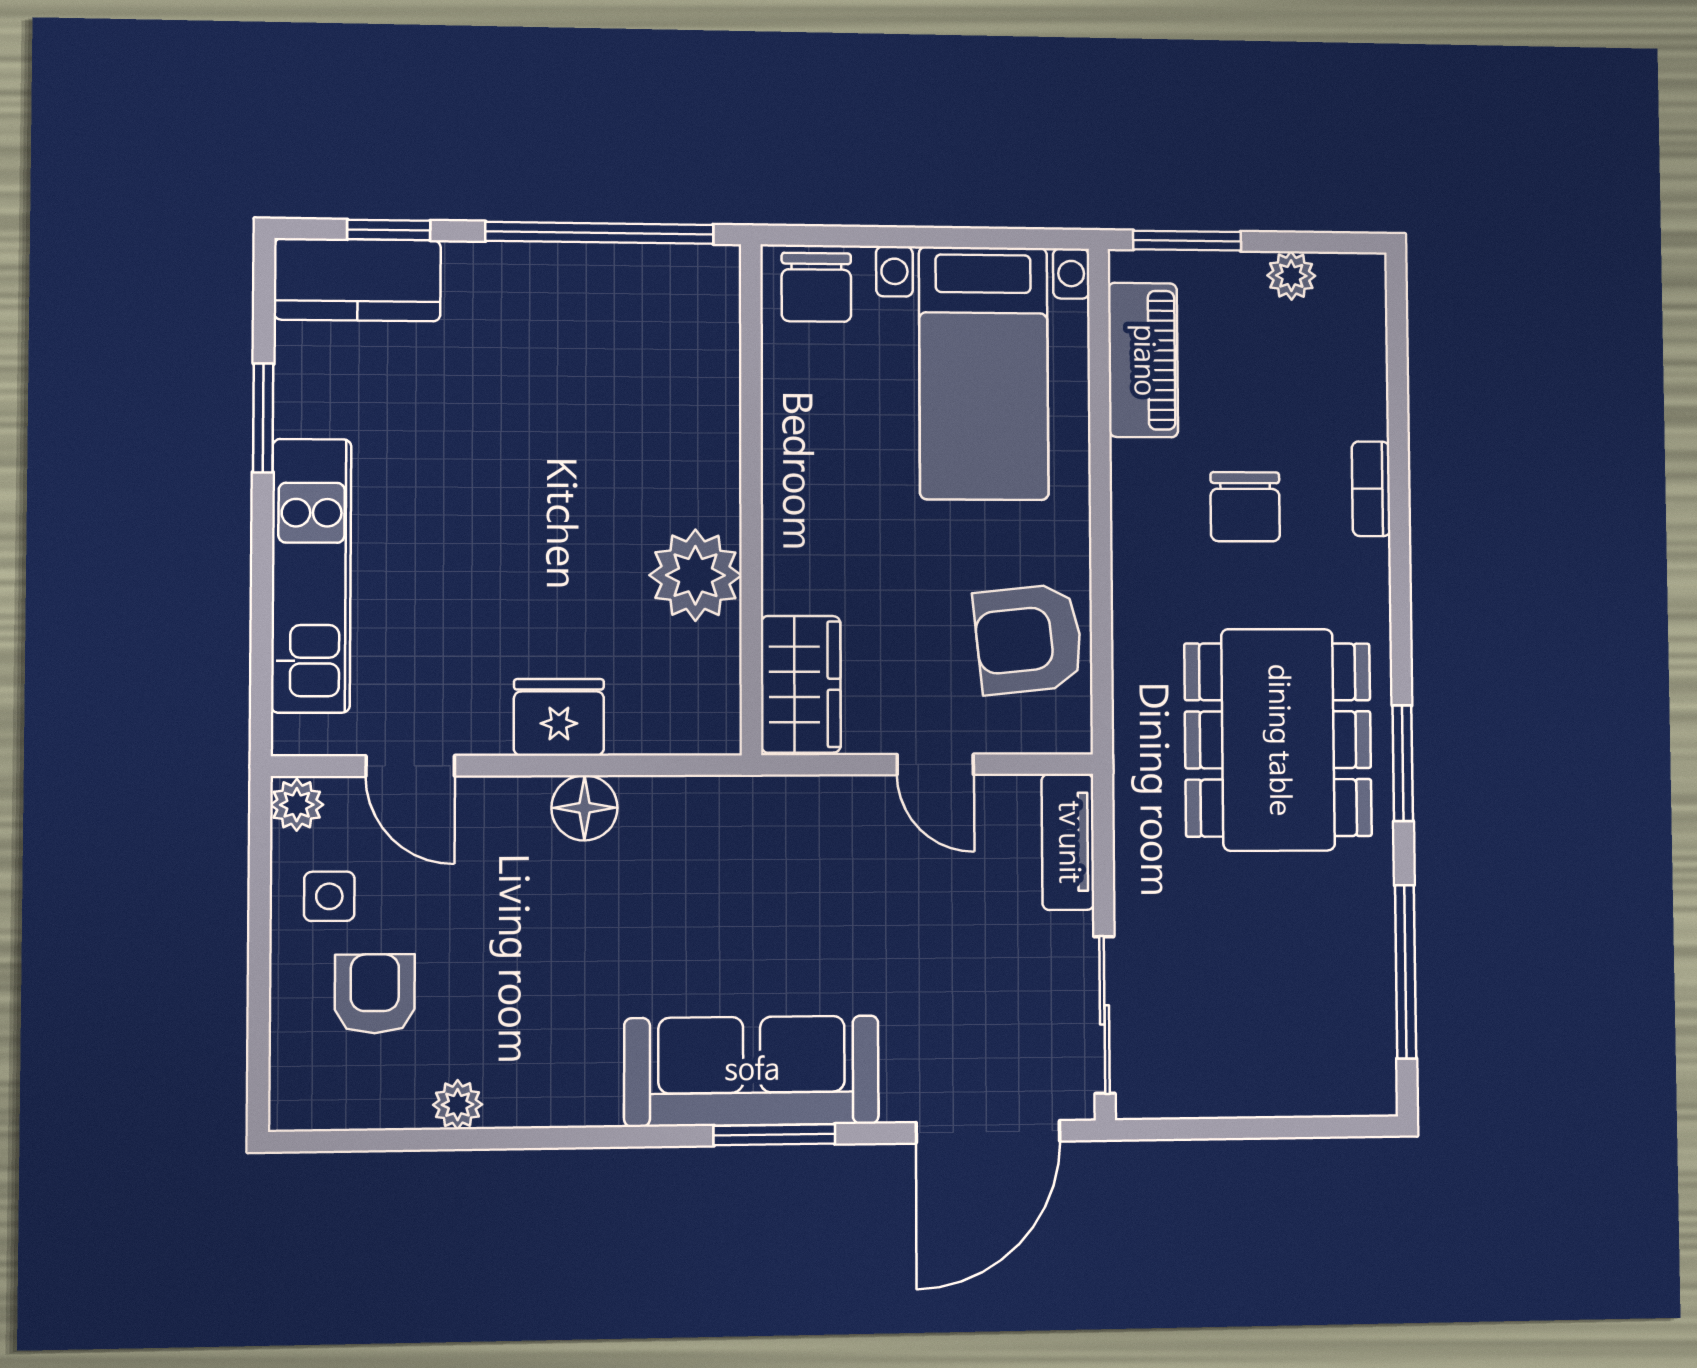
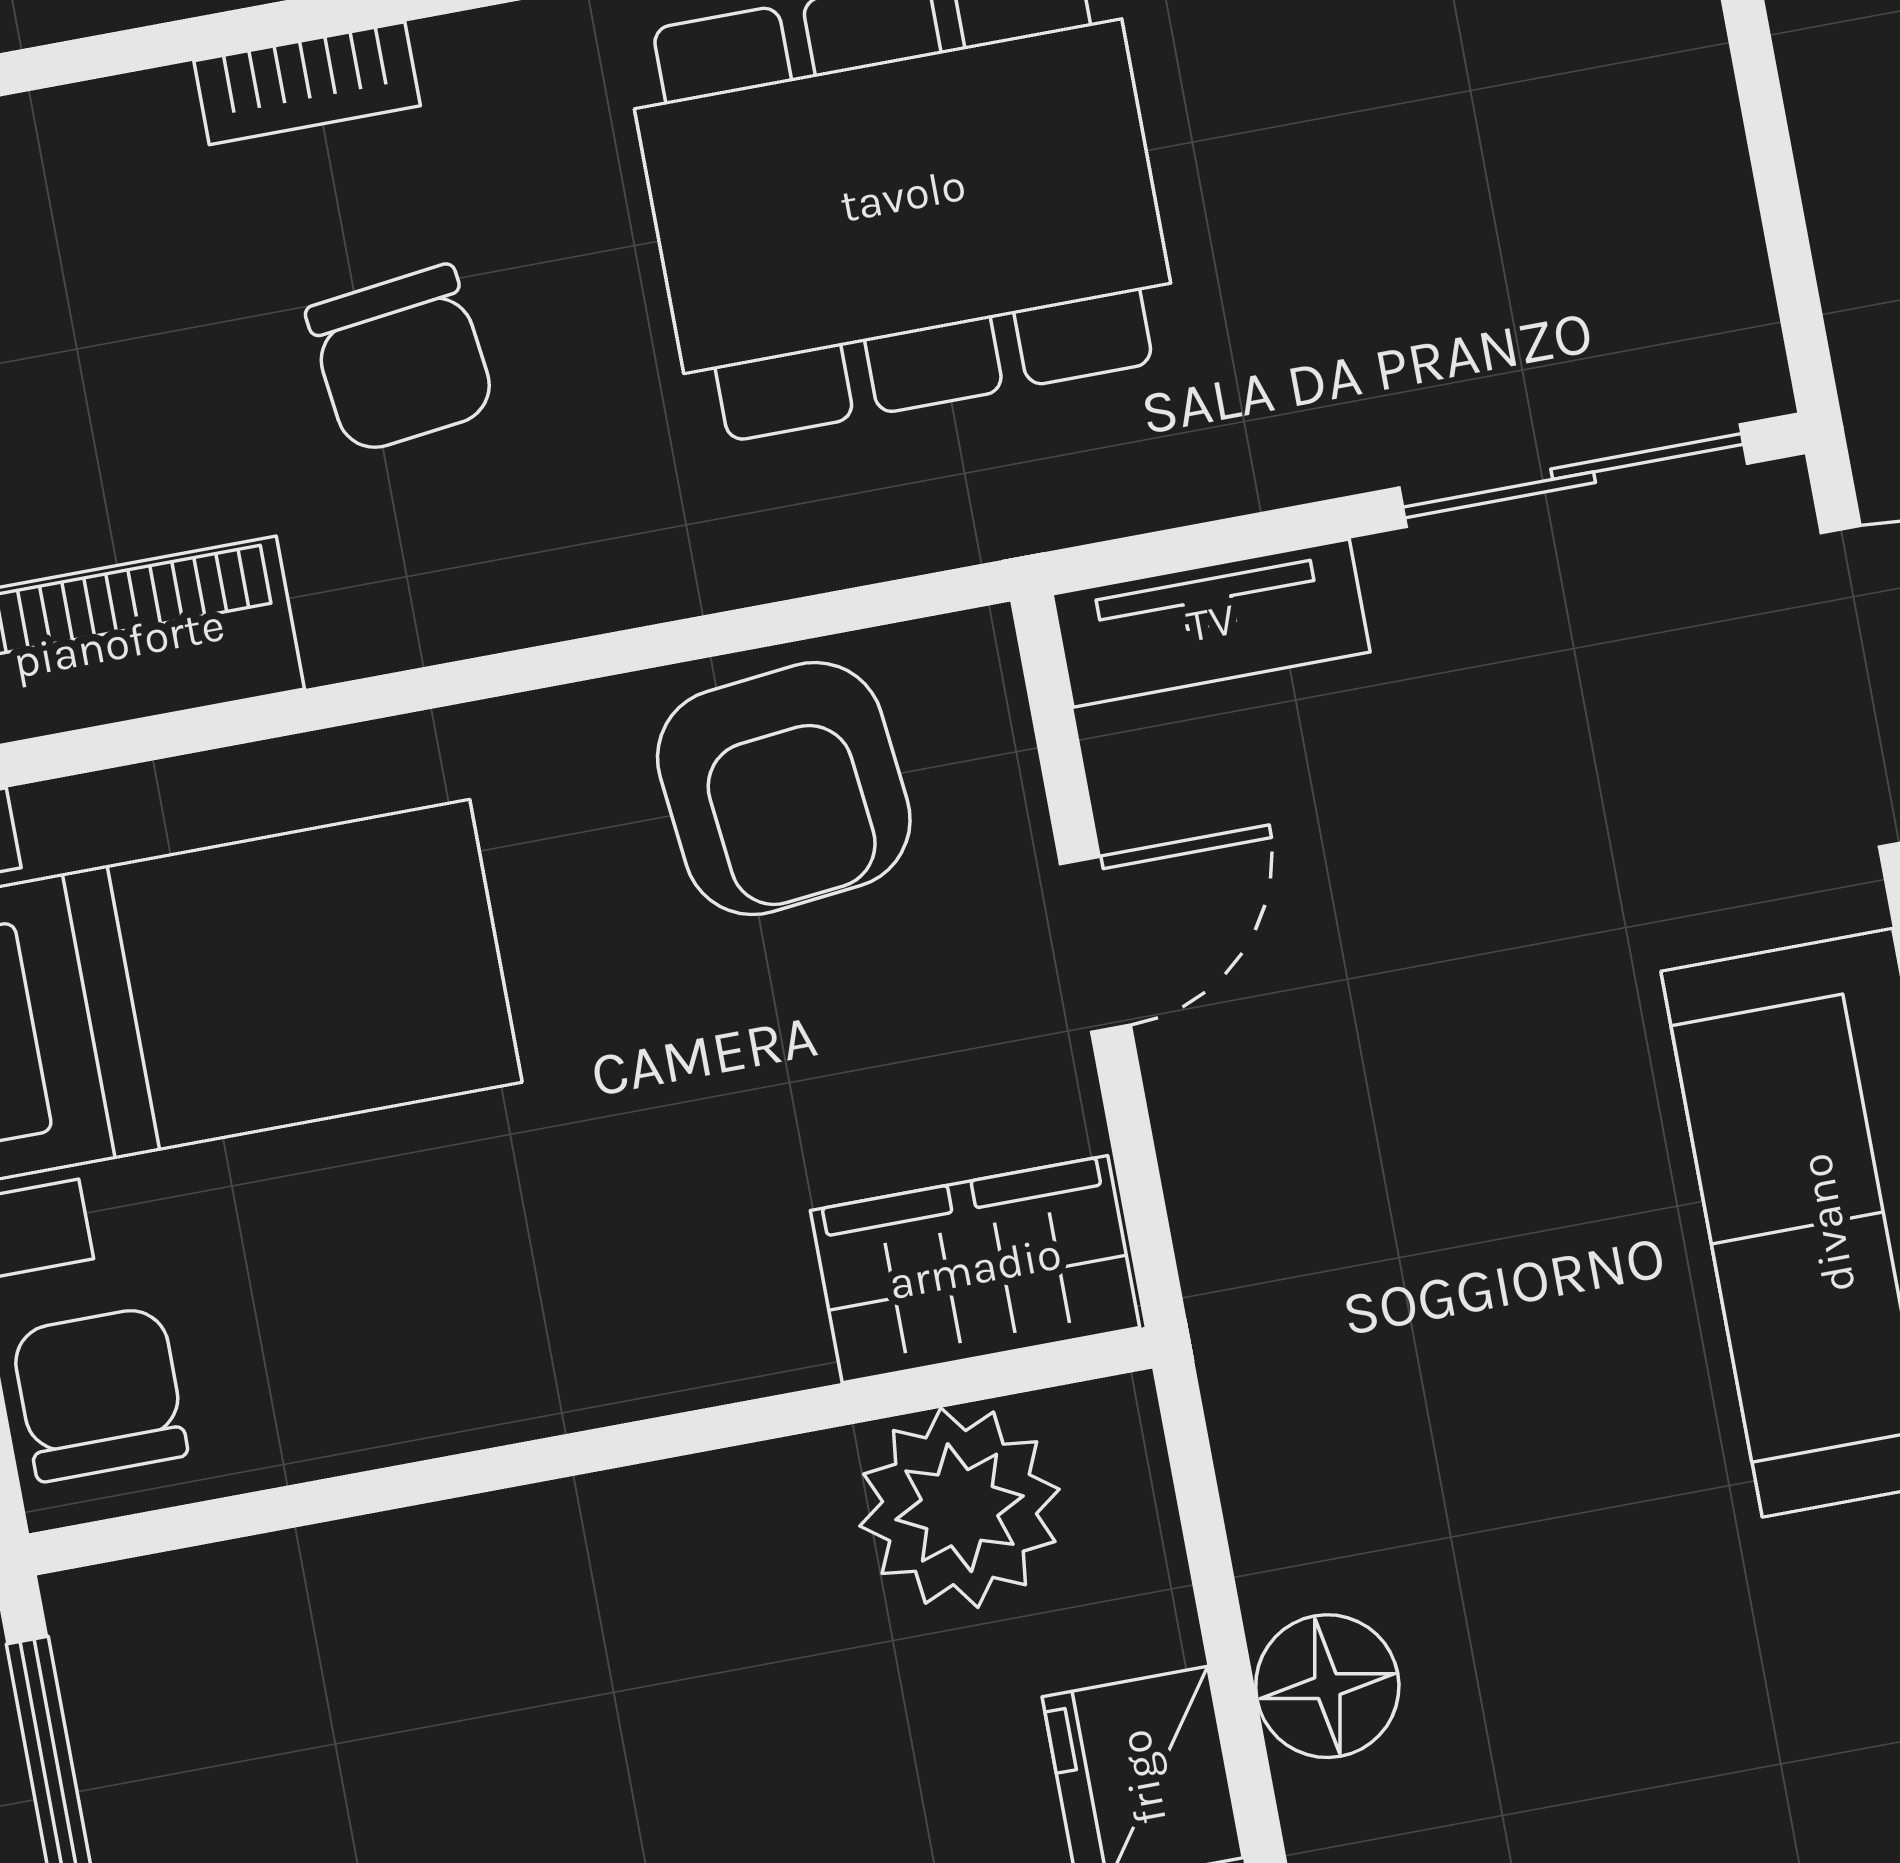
chair: (816, 287) -> (99, 1394), turned -90
chair: (1245, 507) -> (401, 359), turned 83
plant: (695, 575) -> (959, 1508), moved

